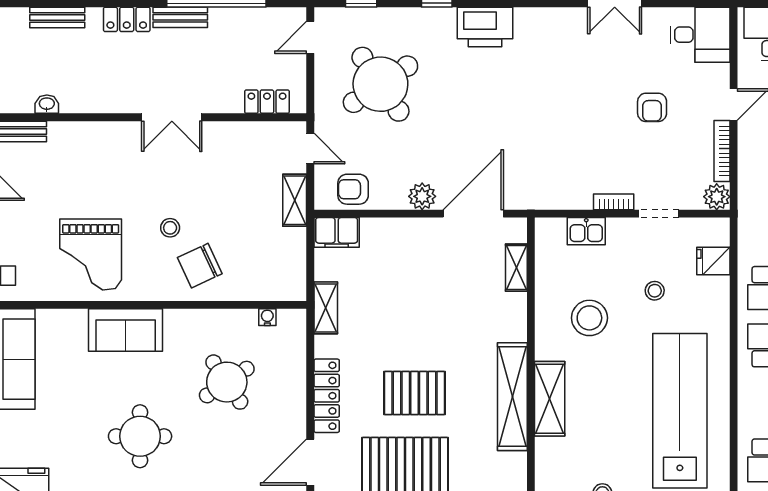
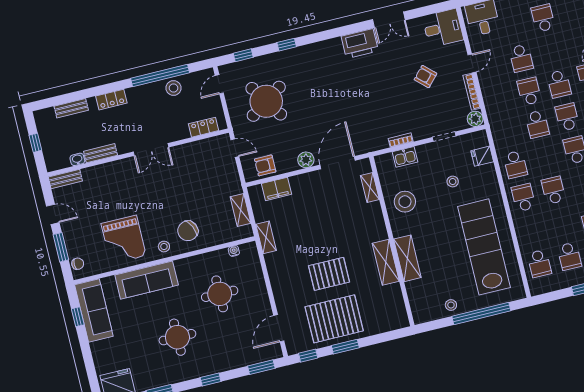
bench: (180, 17) -> (101, 153), moved
stool: (233, 25) -> (174, 88), added
printer: (485, 27) -> (360, 44), moved
armchair: (652, 107) -> (425, 77), turned 133
shelving: (295, 200) -> (241, 210), moved
bookcase: (614, 202) -> (401, 140), moved
stool: (170, 228) -> (164, 247), moved
filing cabinet: (337, 232) -> (277, 189), moved
stool: (589, 318) -> (405, 202), moved
sofa: (126, 330) -> (147, 280), width x1.36
round table: (227, 382) -> (220, 294), turned 34
locker: (327, 396) -> (279, 288), removed
shelving: (512, 397) -> (386, 262), width x0.68

